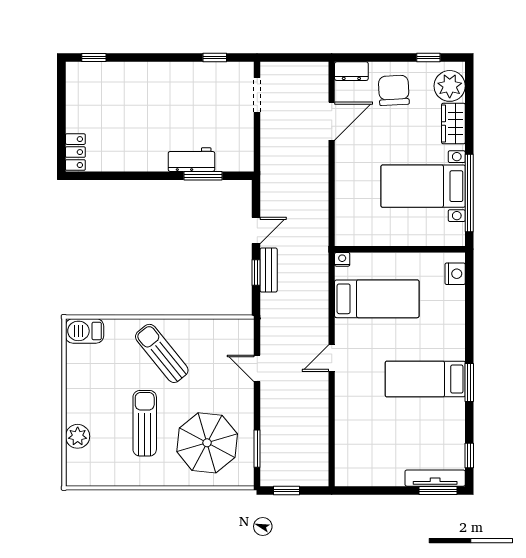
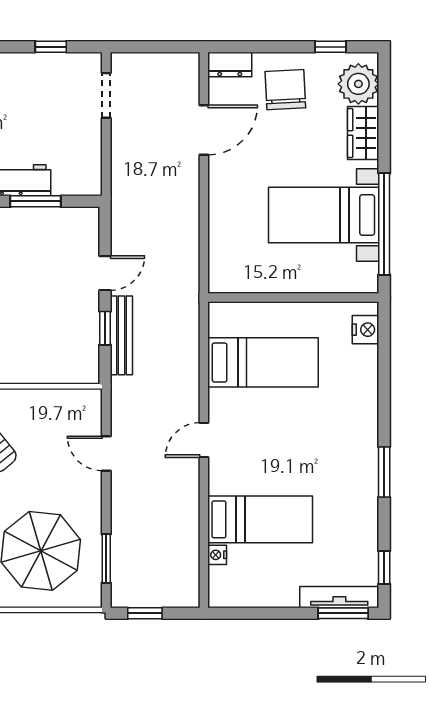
nightstand: (342, 259) -> (217, 555), moved, turned -90
bench: (269, 270) -> (121, 335), width x1.36
bed: (425, 379) -> (260, 519), moved, turned 180

